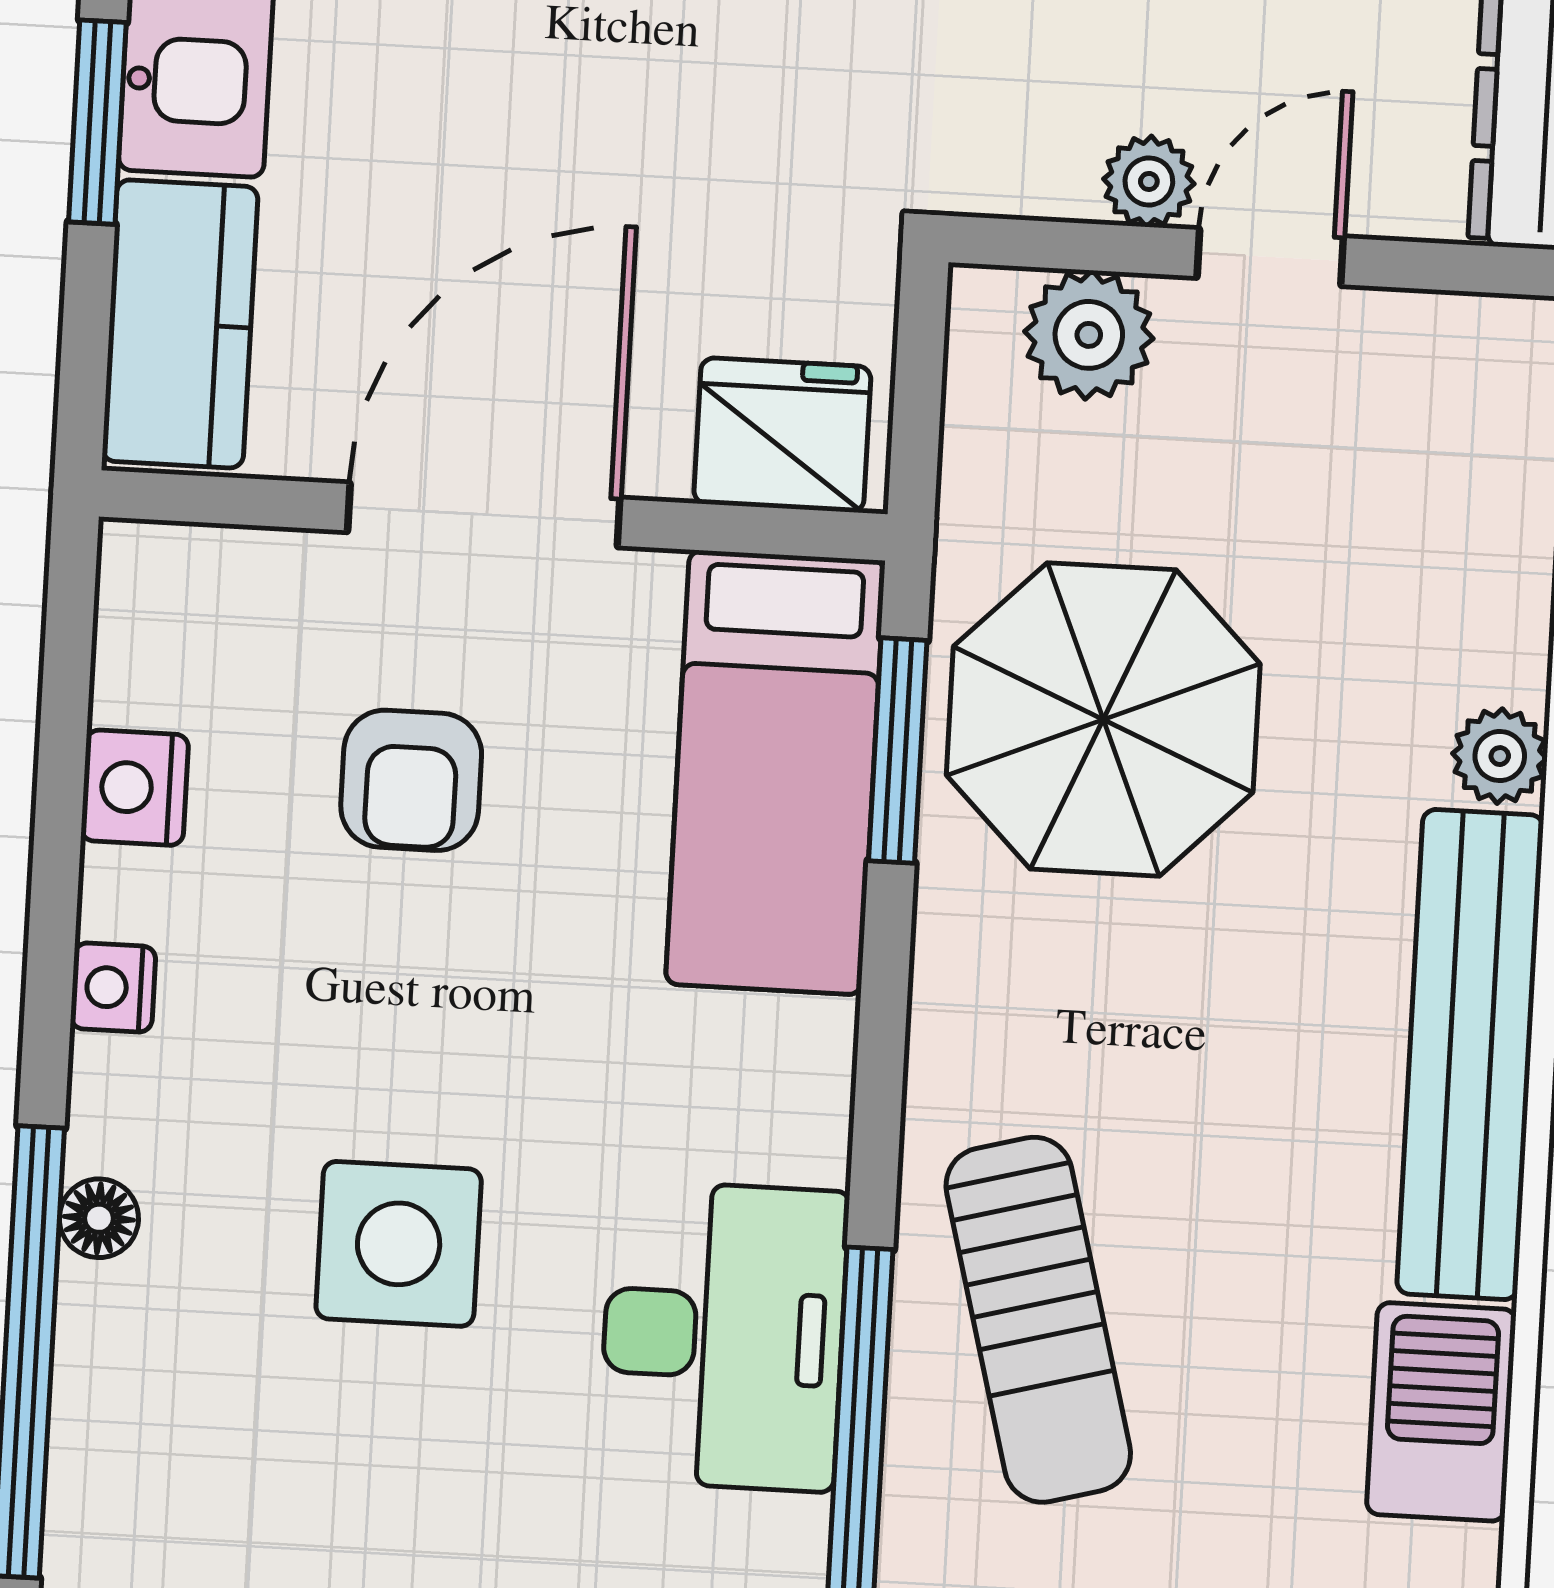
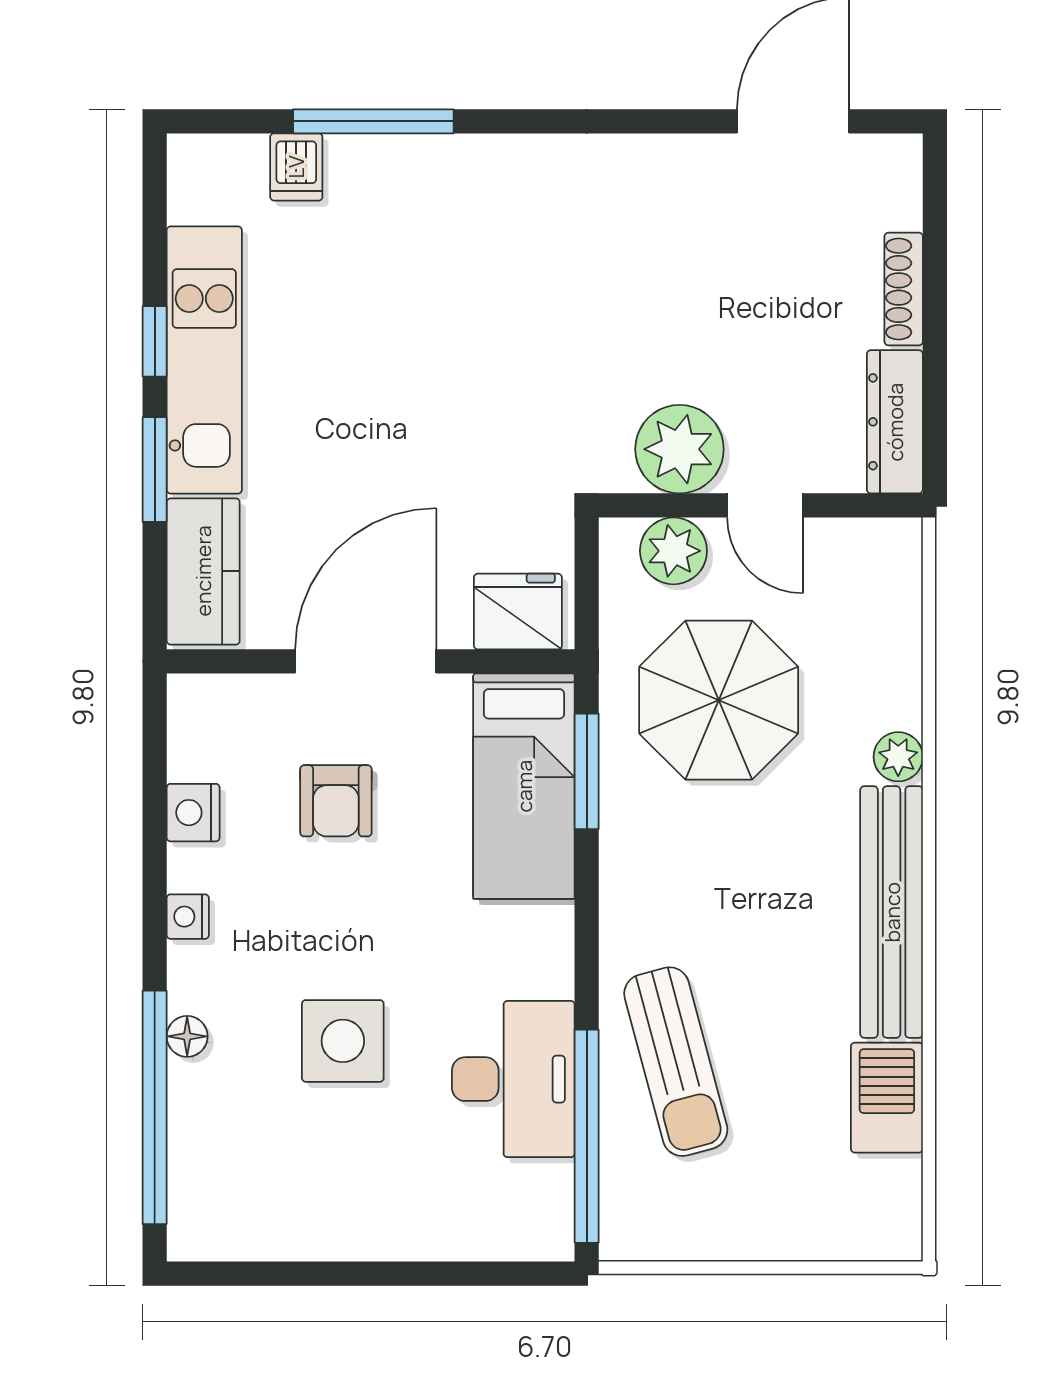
plant: (1149, 181) -> (679, 449), width x1.88, depth x1.88
door: (1270, 257) -> (765, 505), swing flipped
parasol: (1103, 719) -> (719, 700), moved

